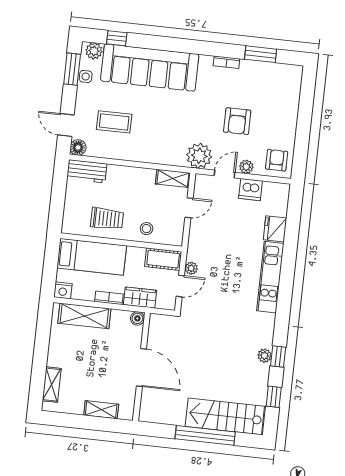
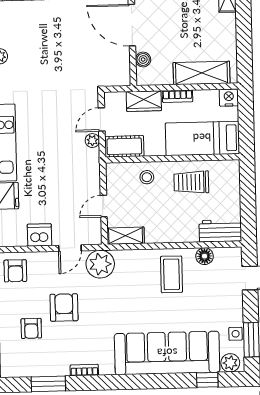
armchair: (269, 106) -> (31, 328), added
coffee table: (114, 122) -> (171, 274), moved, turned 90
floor lamp: (78, 147) -> (205, 256), moved
plant: (246, 167) -> (47, 259), removed
boiler: (137, 318) -> (143, 60), moved

